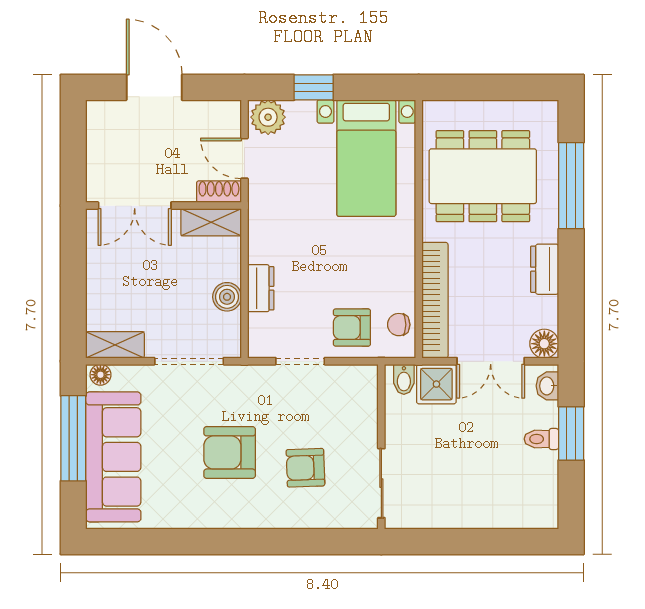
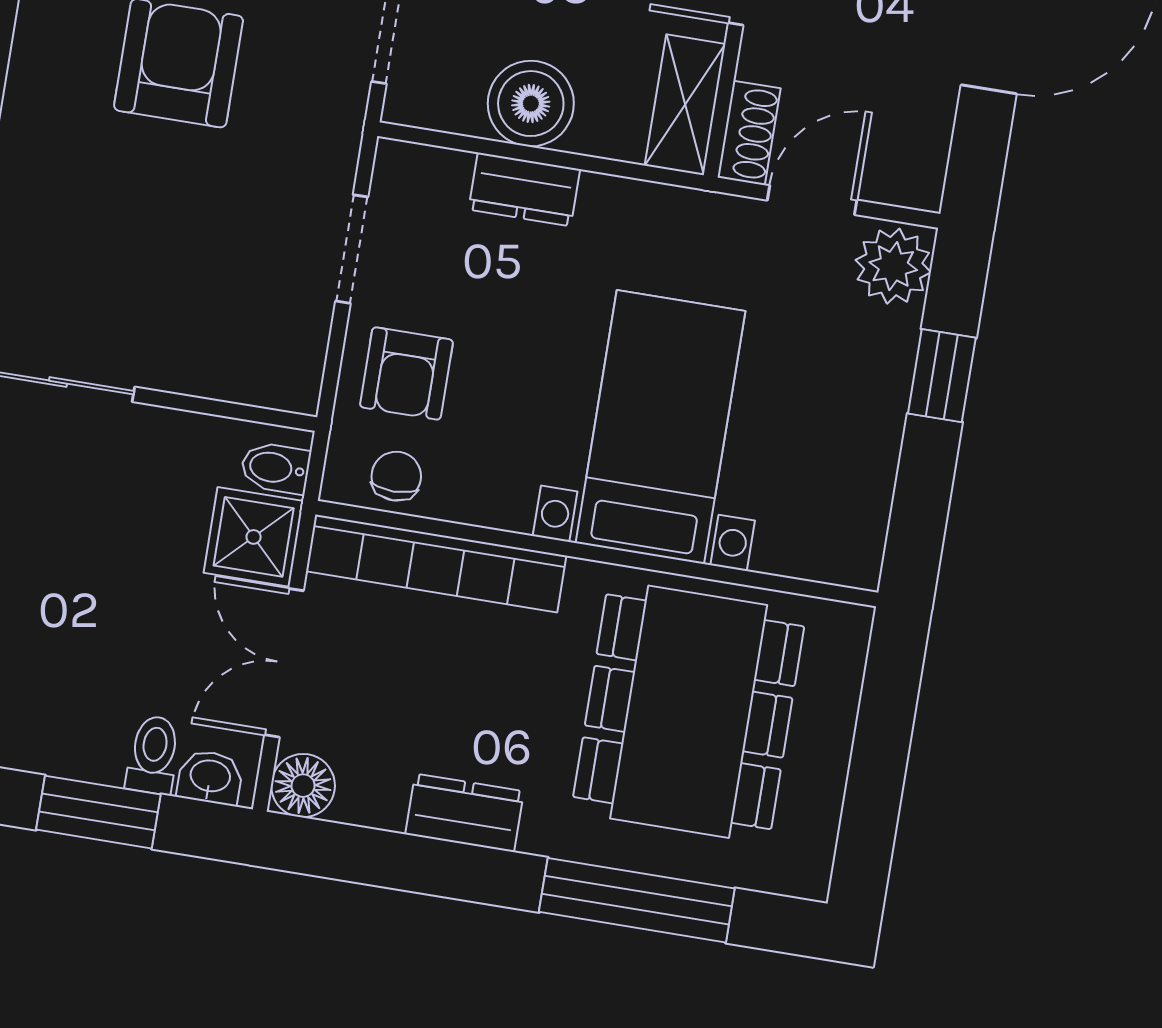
bed with nightstands: (366, 158) -> (660, 427), moved, turned 90
boiler: (227, 297) -> (531, 104), width x1.36, depth x1.36
armchair: (352, 328) -> (406, 373), turned 180
toilet: (541, 439) -> (153, 755), moved
armchair: (305, 468) -> (118, 223), removed

